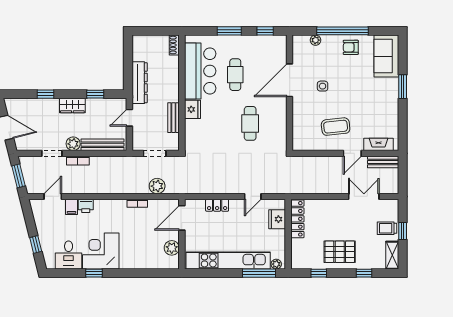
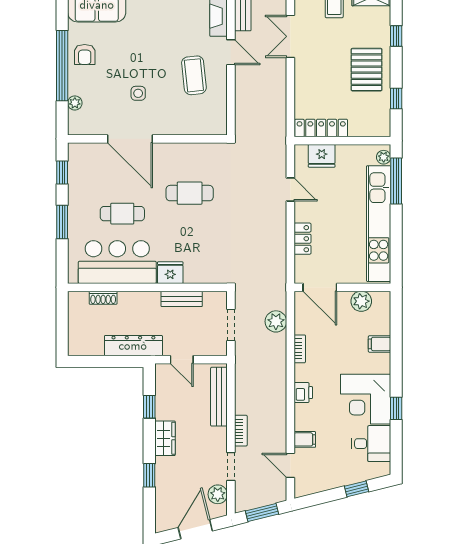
shoe rack: (174, 45) -> (103, 298), moved
plant: (73, 144) -> (218, 494), moved
printer: (86, 206) -> (303, 393), moved
filing cabinet: (141, 261) -> (380, 344), added

